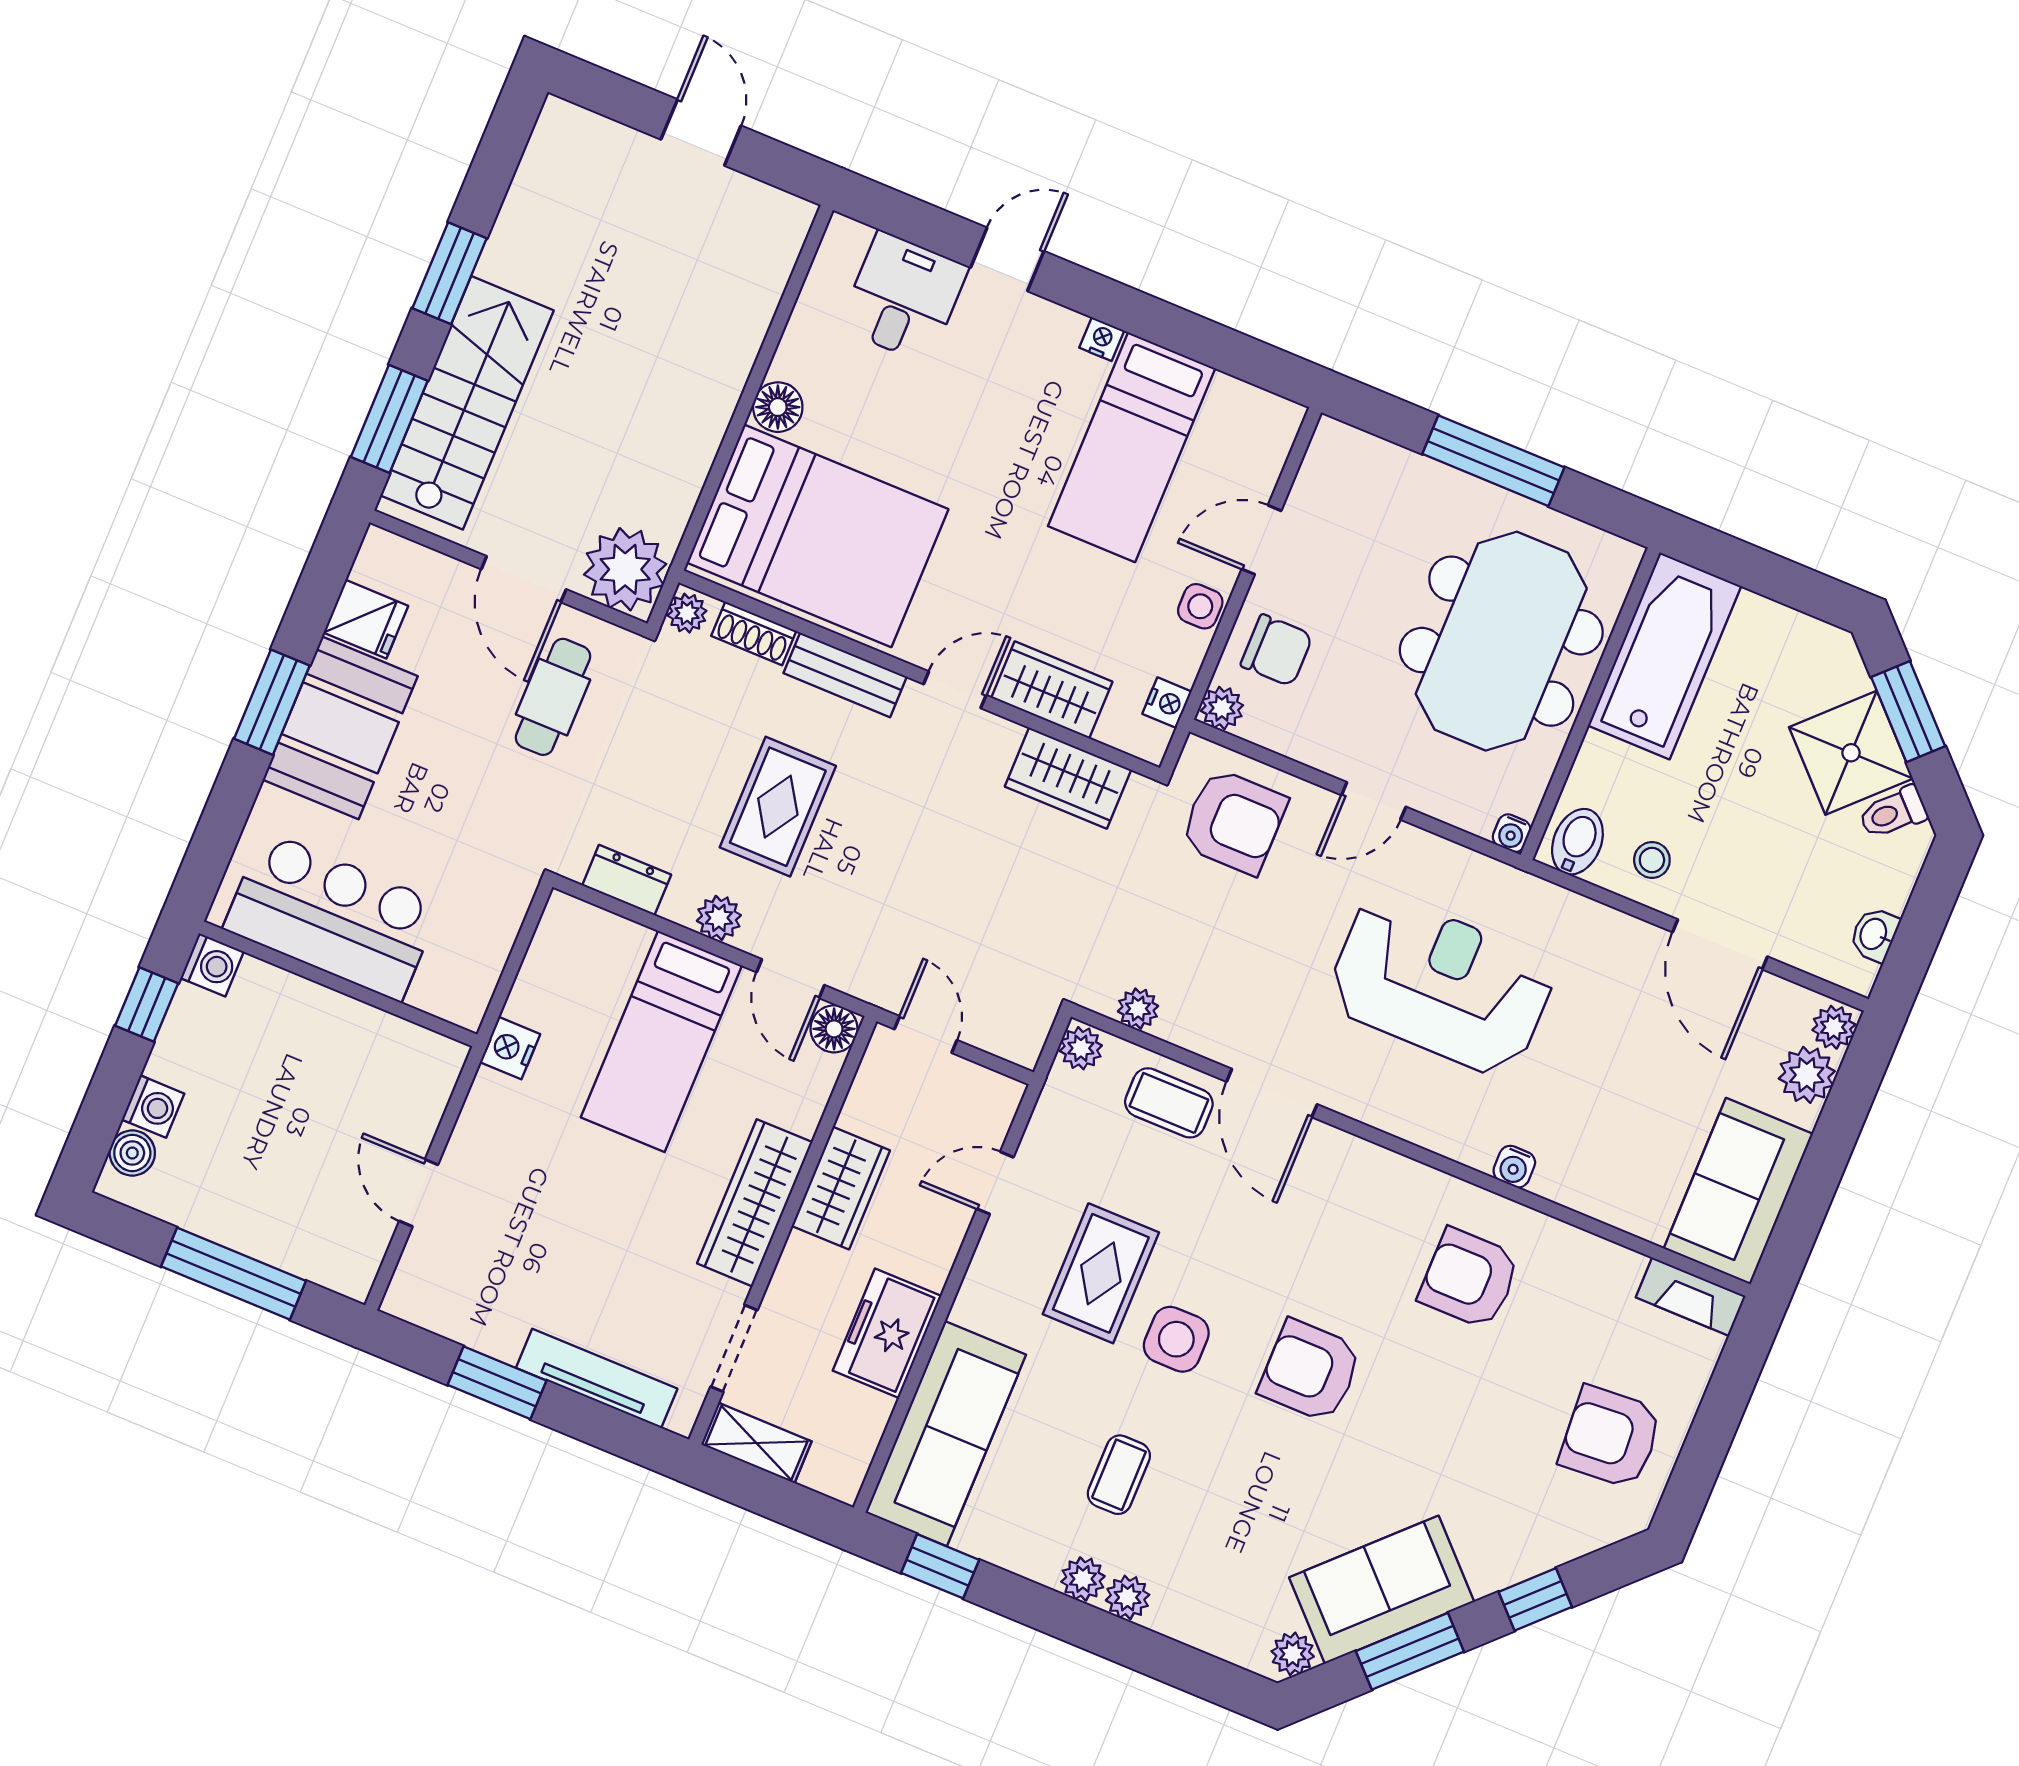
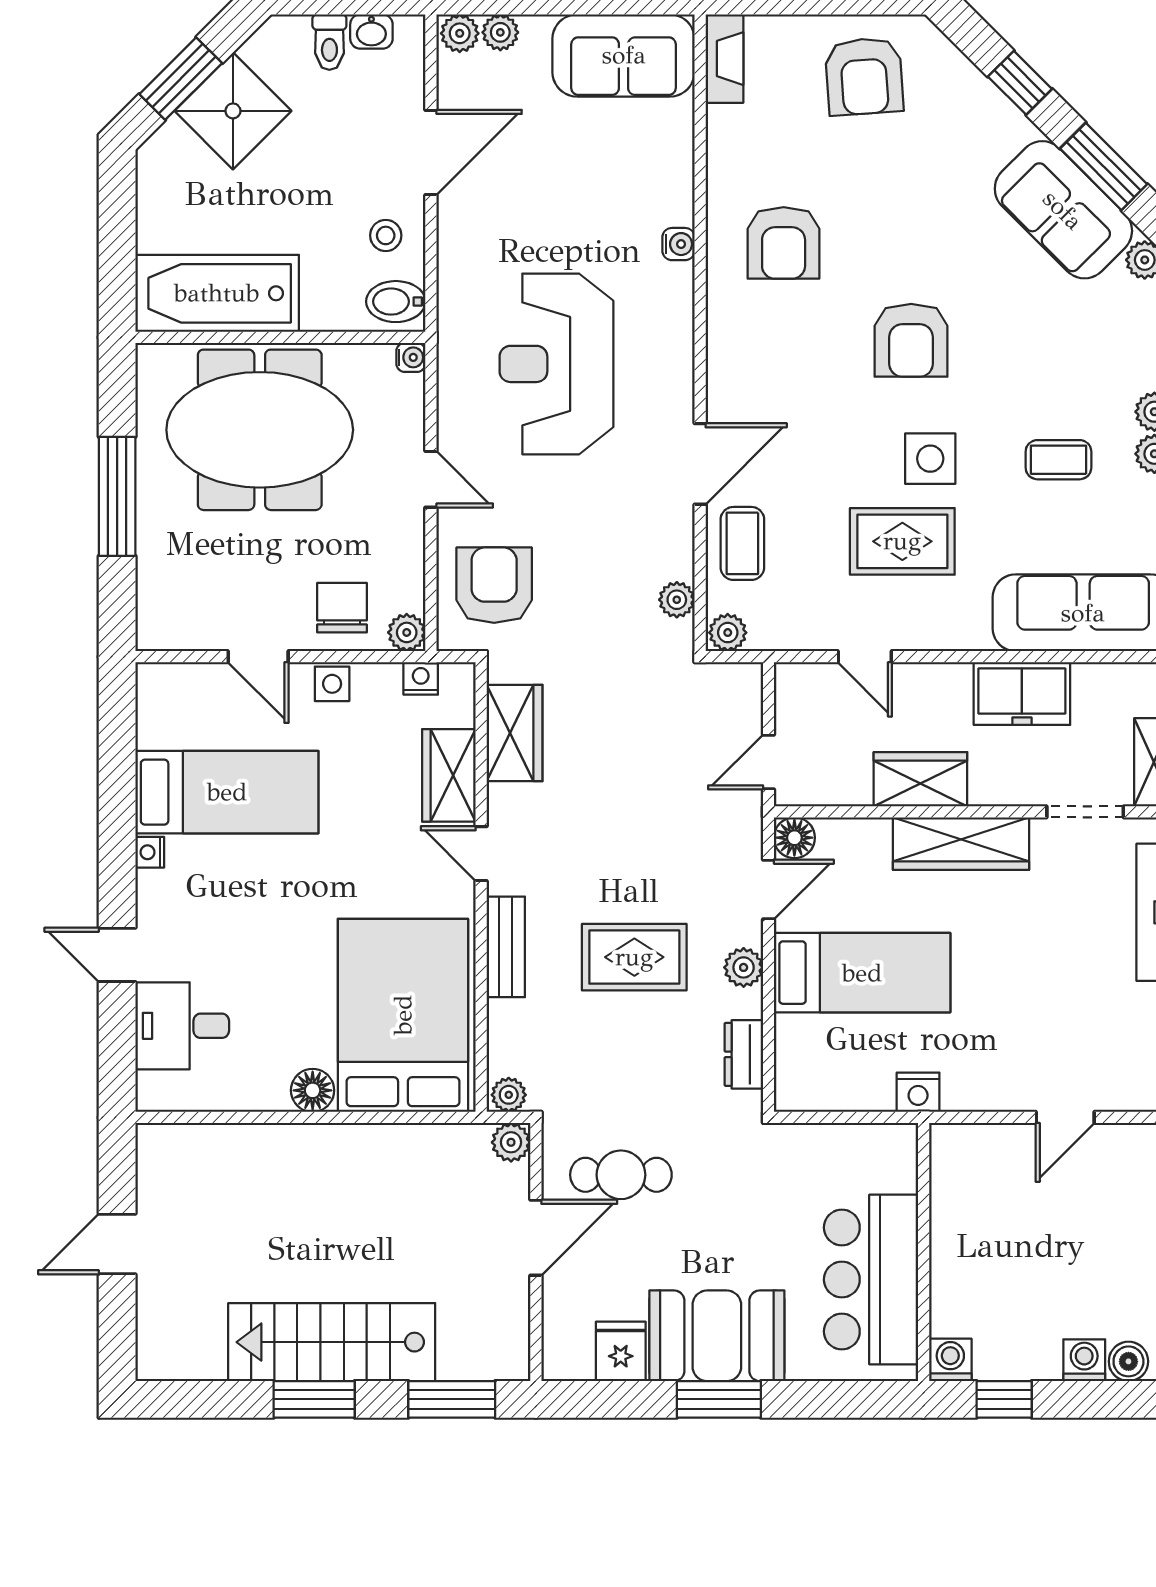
stairs: (467, 403) -> (332, 1342), moved
plant: (625, 569) -> (511, 1142), width x0.53, depth x0.53
shoe rack: (754, 633) -> (503, 1034), removed
toilet: (1893, 813) -> (329, 42), moved, turned 45
plant: (1807, 1075) -> (500, 32), width x0.73, depth x0.73

